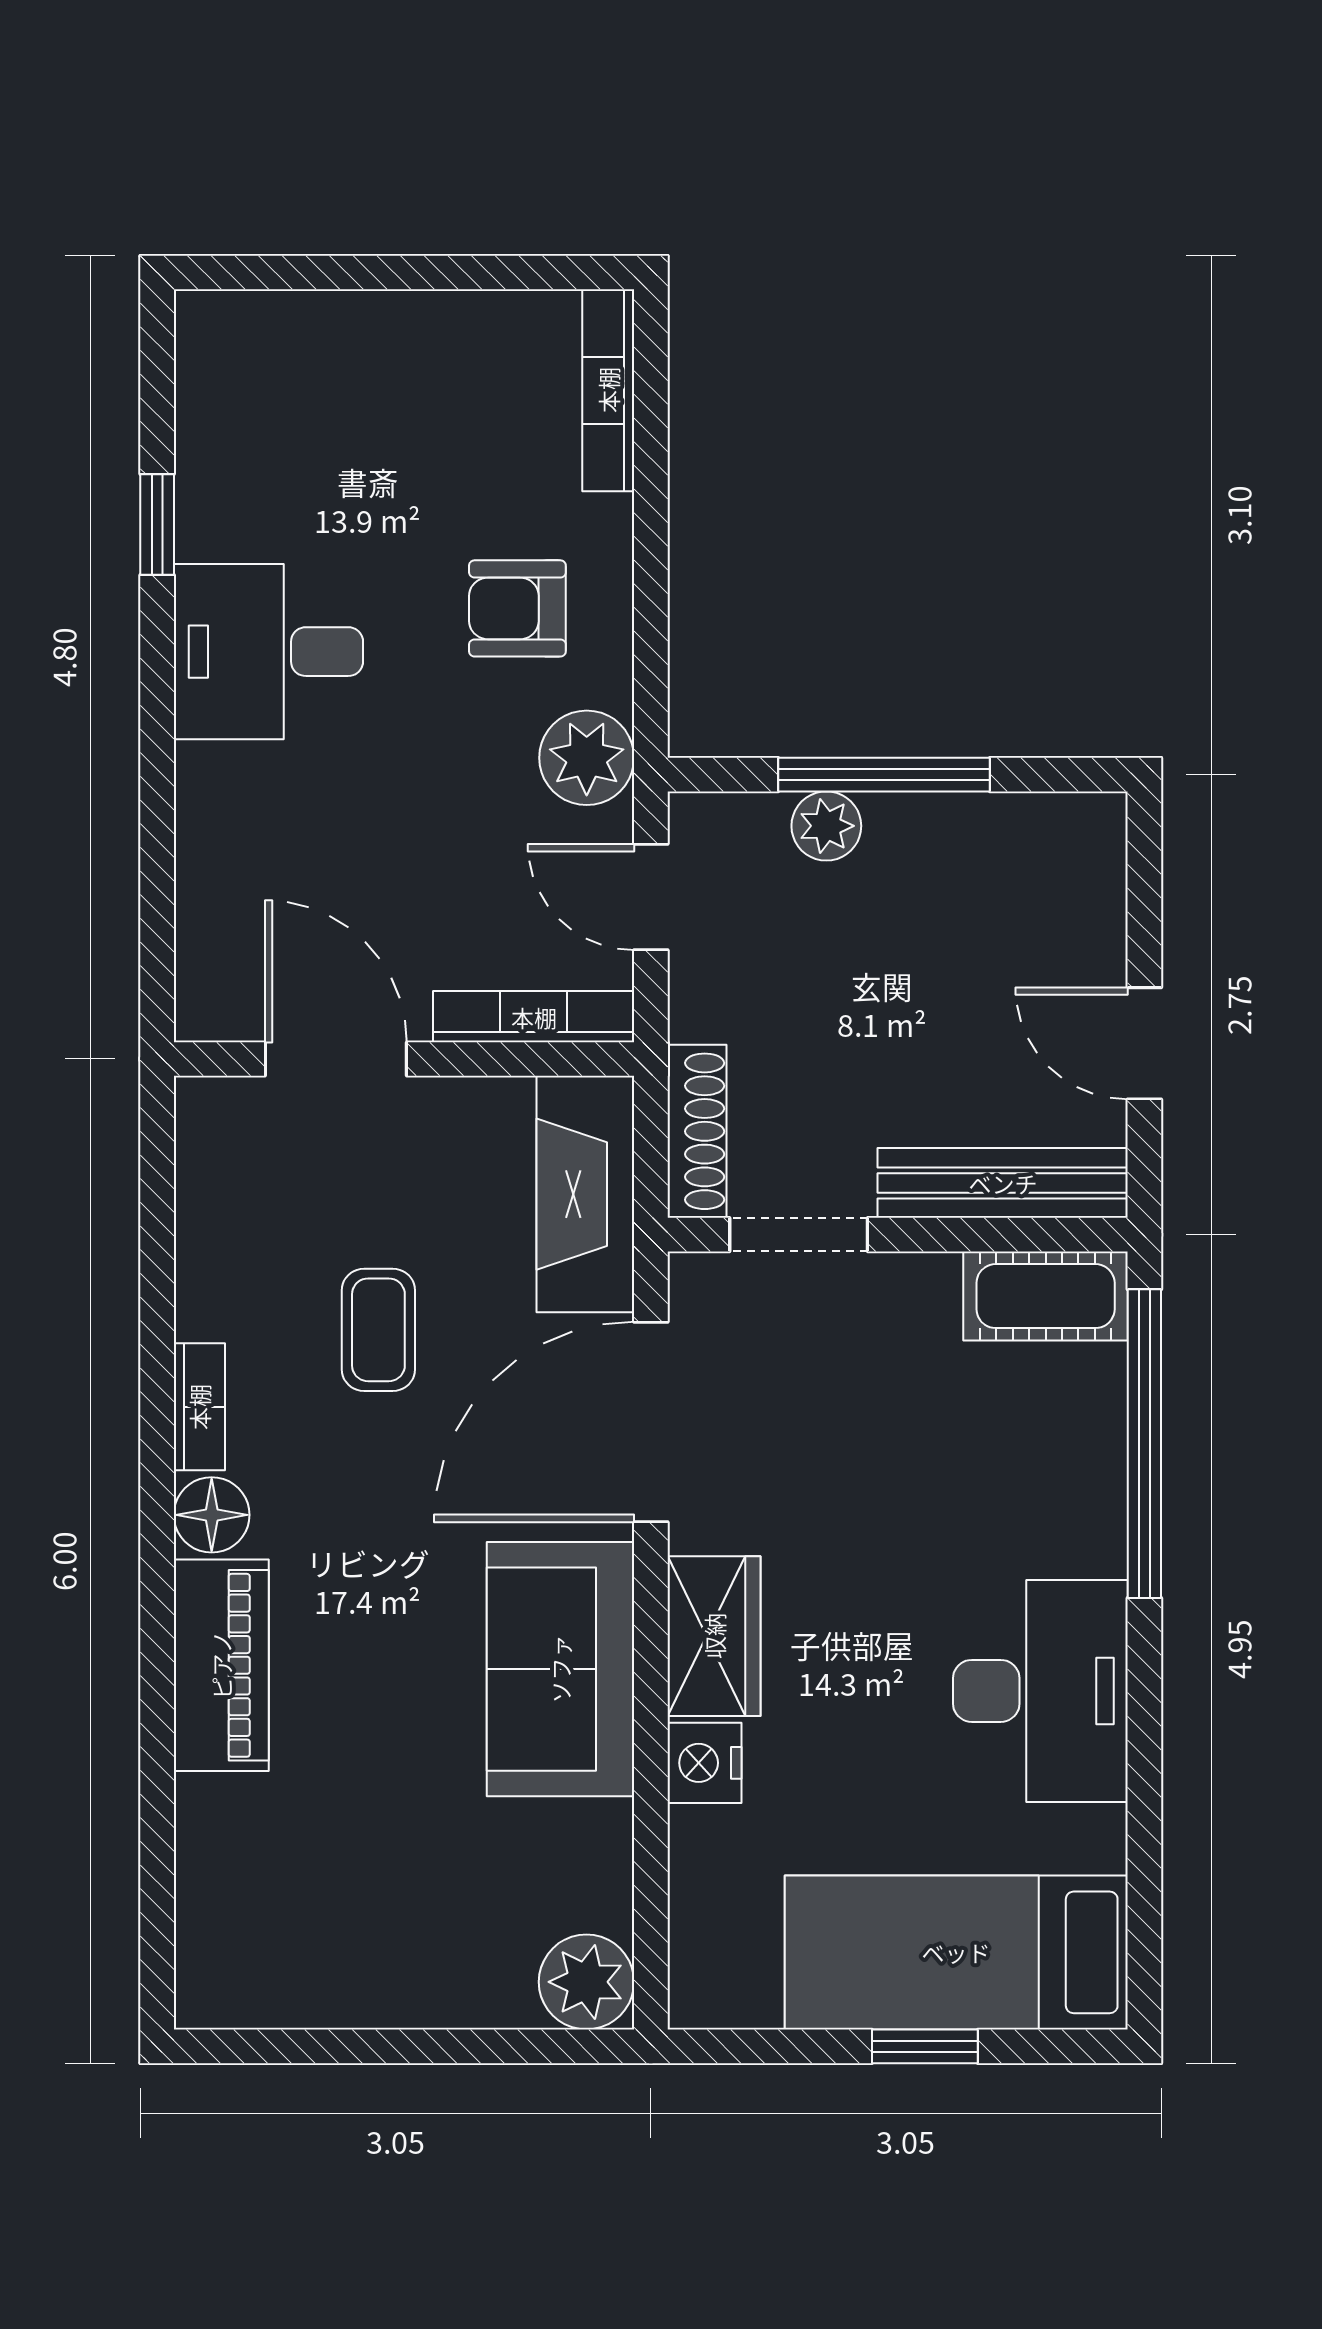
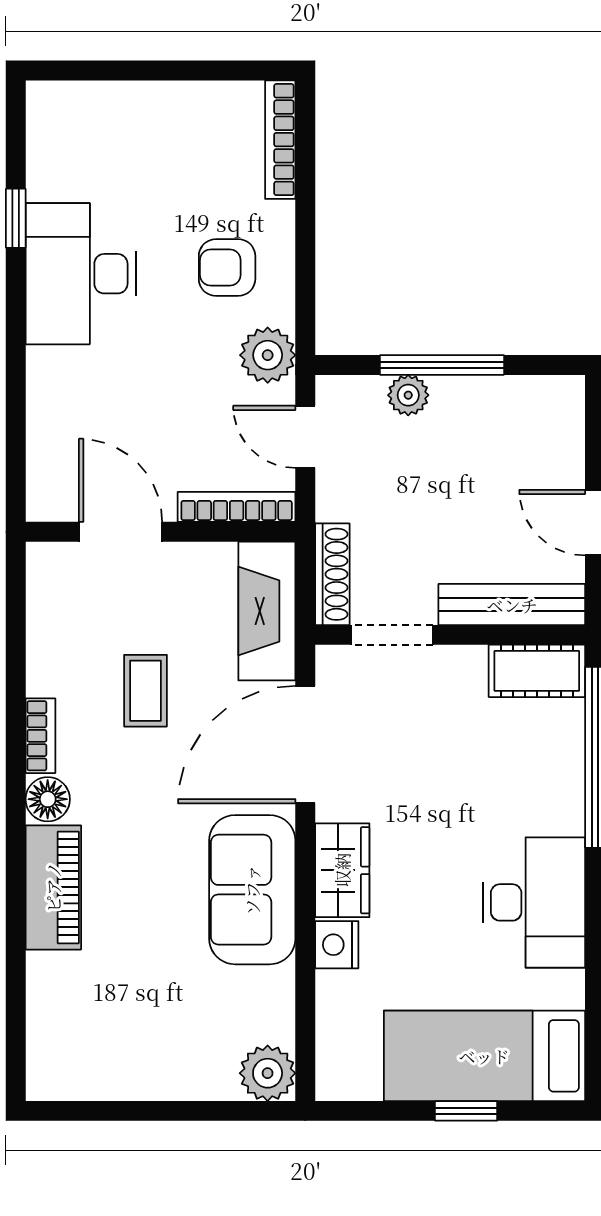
desk: (268, 652) -> (81, 274), width x1.37

